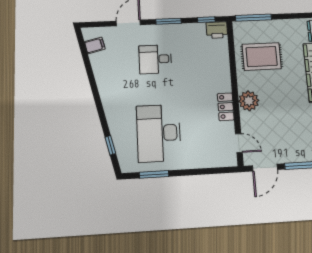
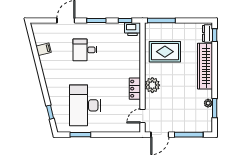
filing cabinet: (95, 45) -> (44, 49), moved
door: (239, 143) -> (143, 116), swing flipped

